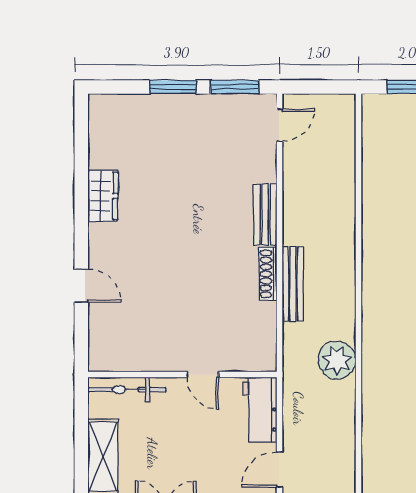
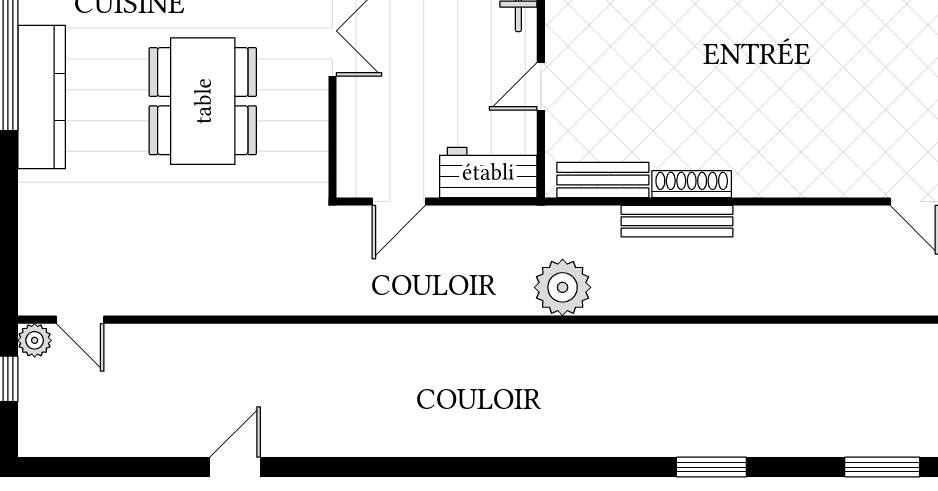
bench: (265, 215) -> (603, 180), moved
door: (280, 469) -> (399, 202), swing flipped

